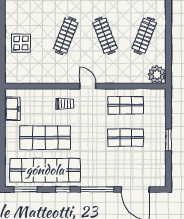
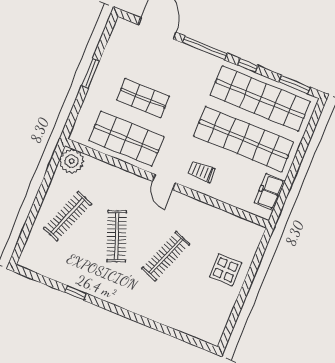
shop shelf: (126, 105) -> (126, 139), width x1.43, depth x1.36
shop shelf: (45, 138) -> (244, 139), width x1.40

